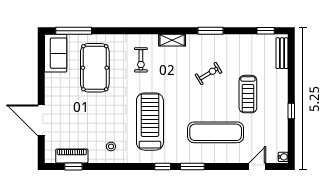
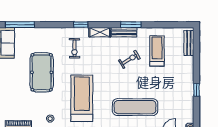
window: (266, 31) -> (81, 25), moved
bench: (202, 40) -> (124, 32), added
pool table: (95, 68) -> (42, 72), moved
treadmill: (248, 94) -> (157, 51), moved, turned 180

